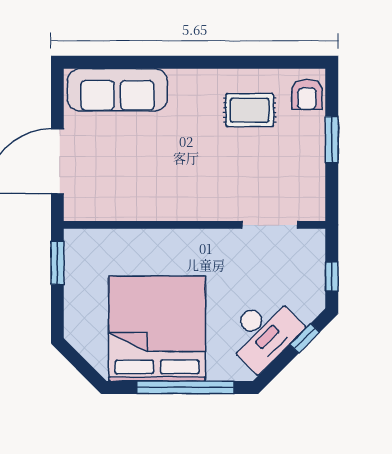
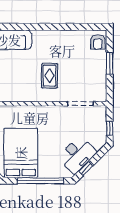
rug: (250, 110) -> (50, 76), moved, turned 90
bed: (157, 329) -> (21, 153), width x0.73
window: (305, 338) -> (86, 169), moved

